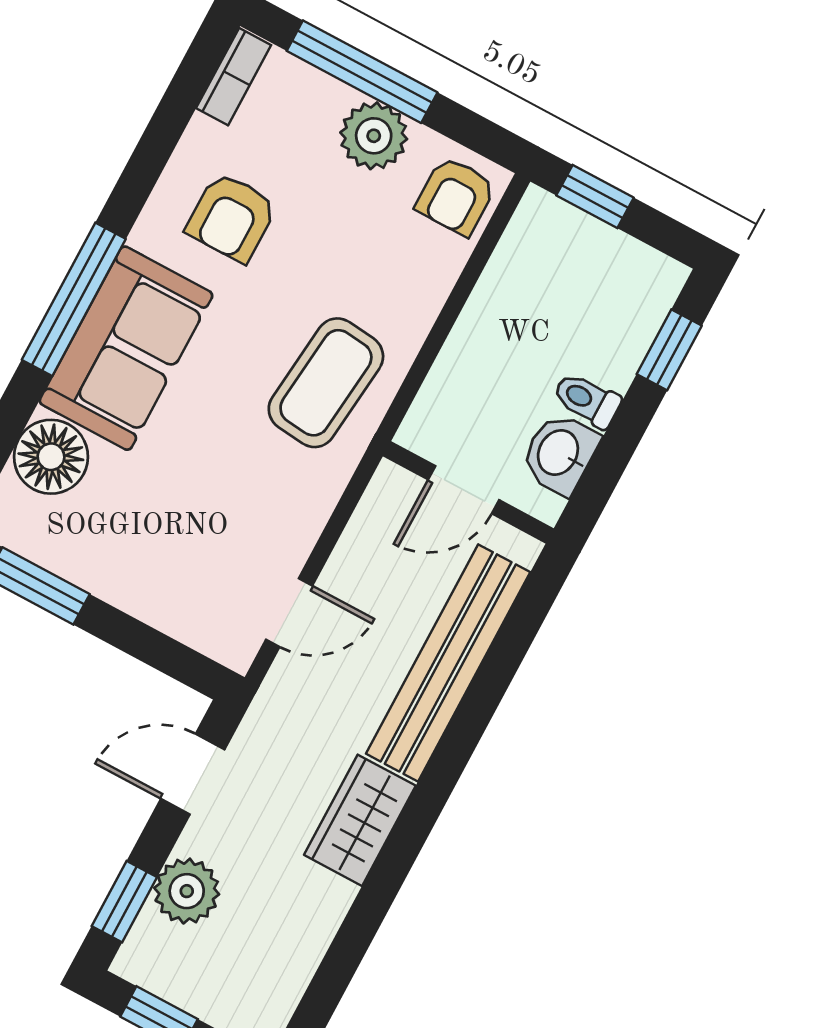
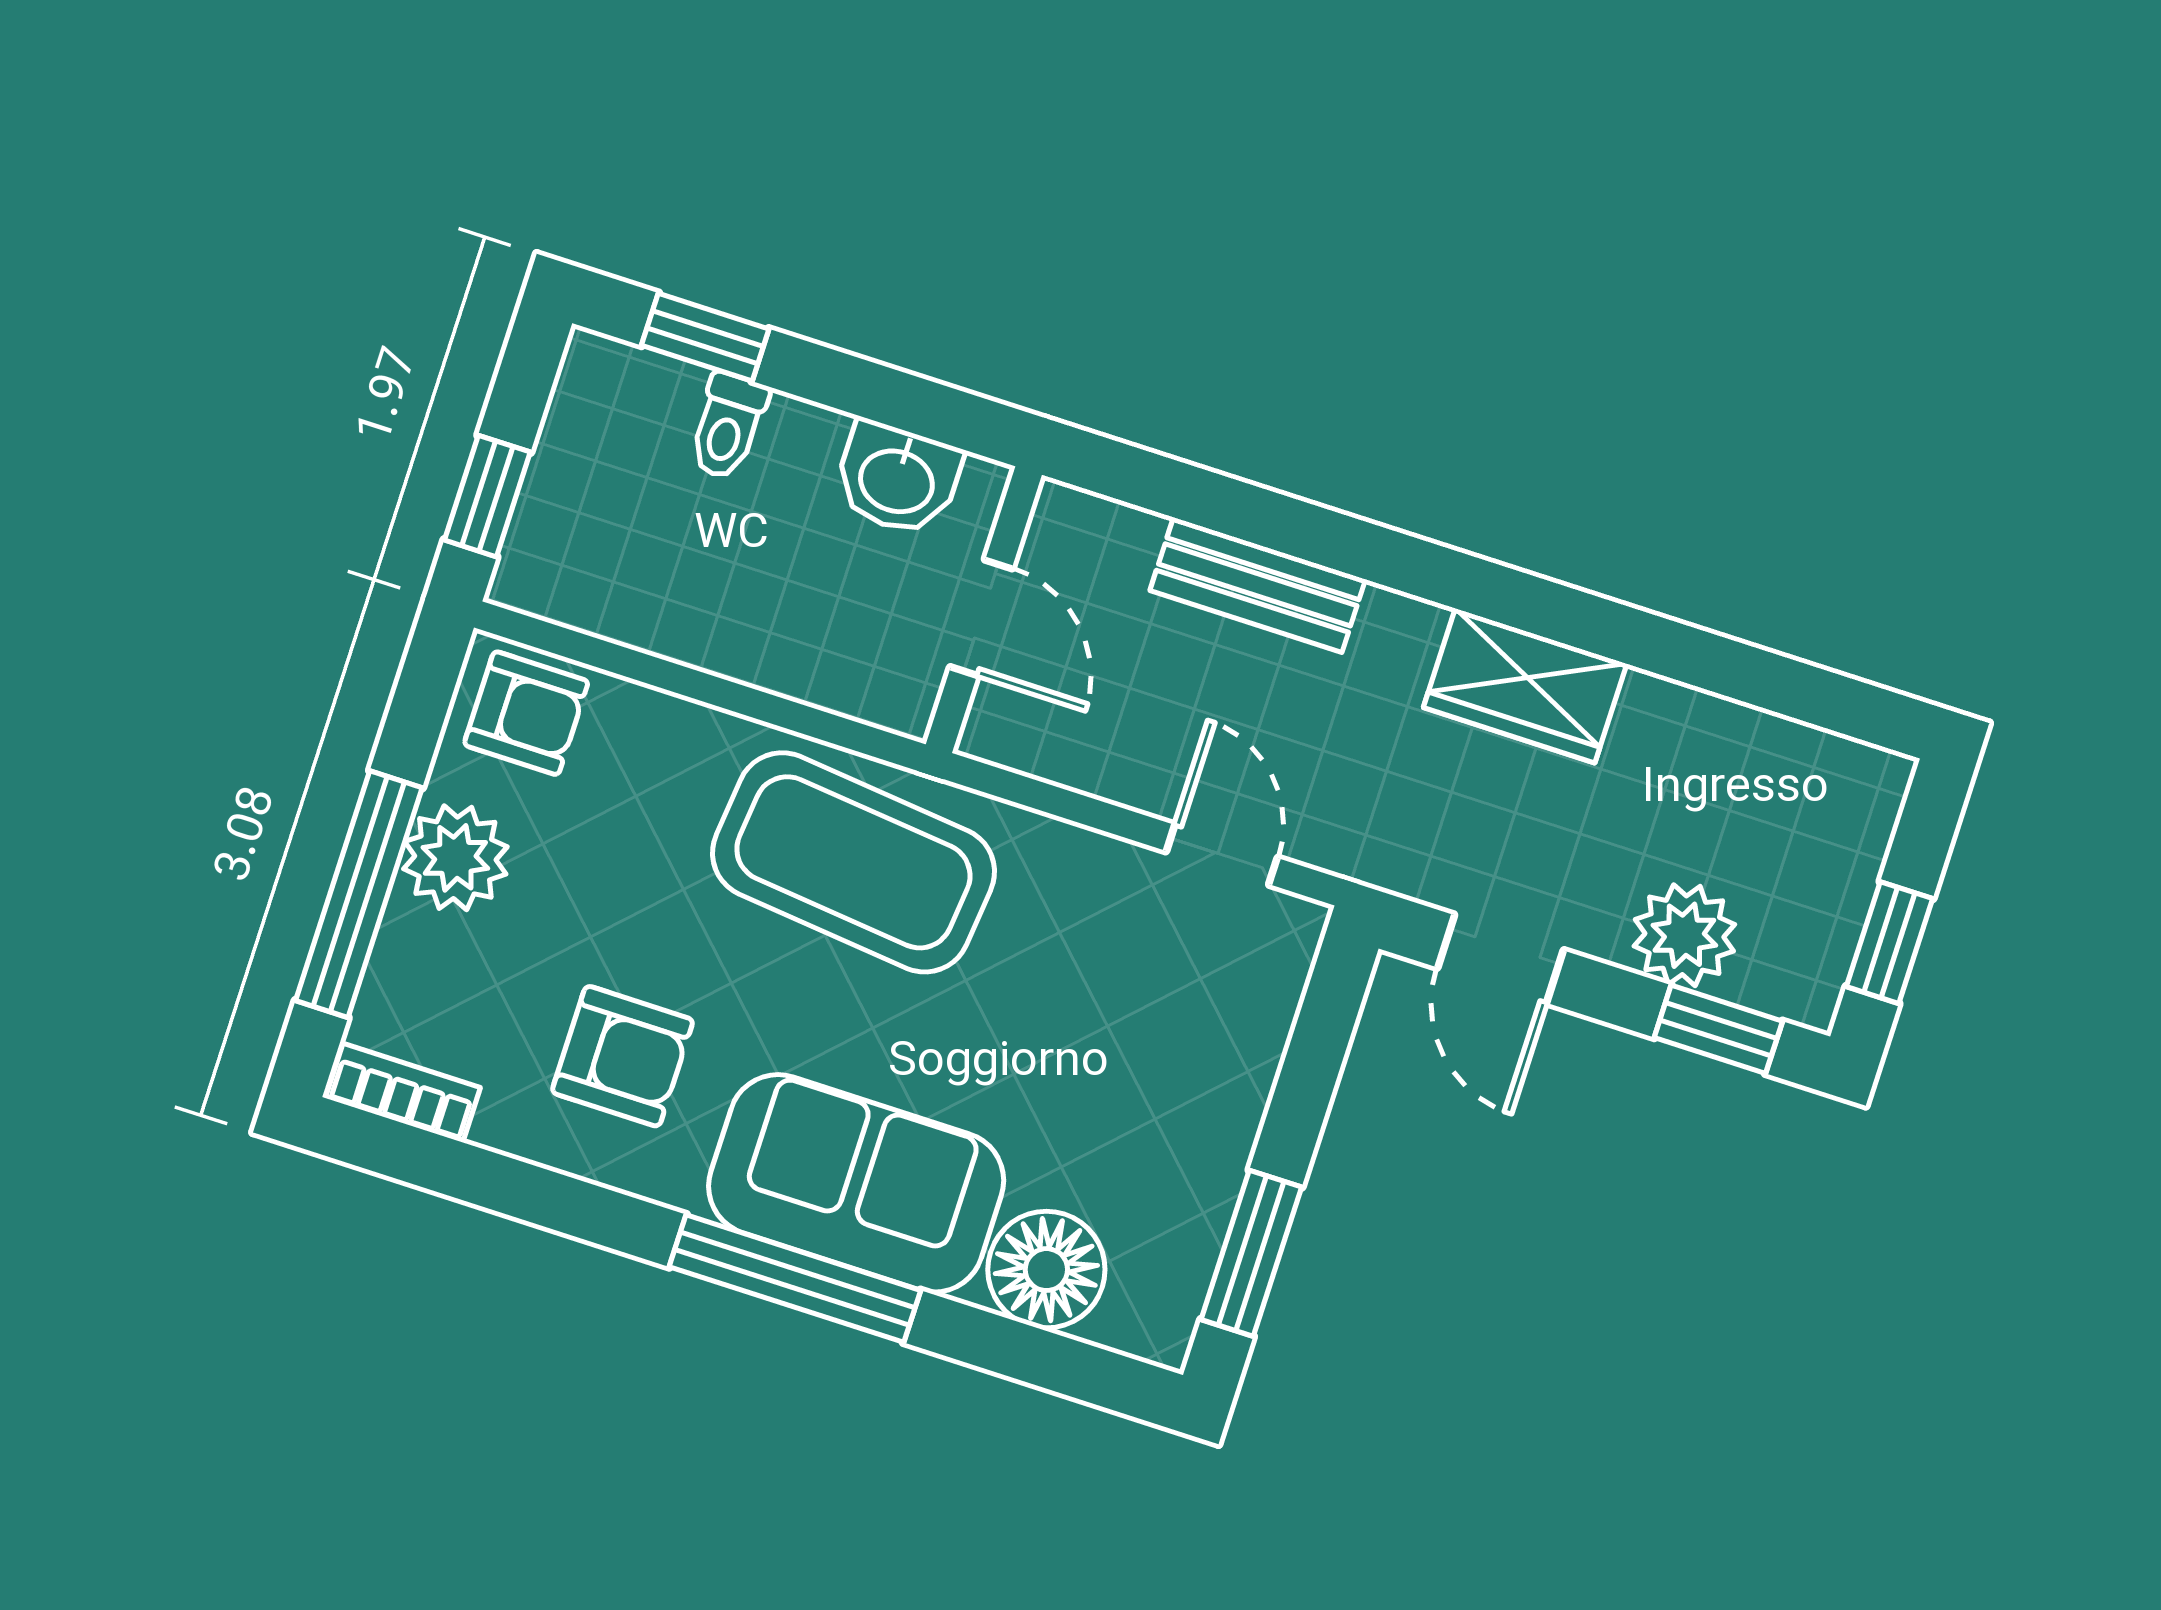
coffee table: (326, 383) -> (853, 862), width x1.36, depth x1.32
toilet: (587, 400) -> (728, 426), moved
bench: (448, 663) -> (1258, 585), width x0.54, depth x0.82

